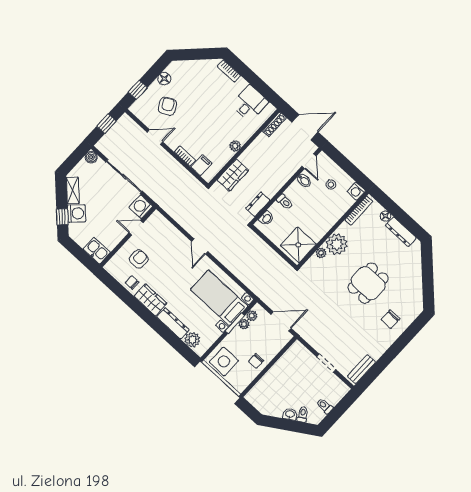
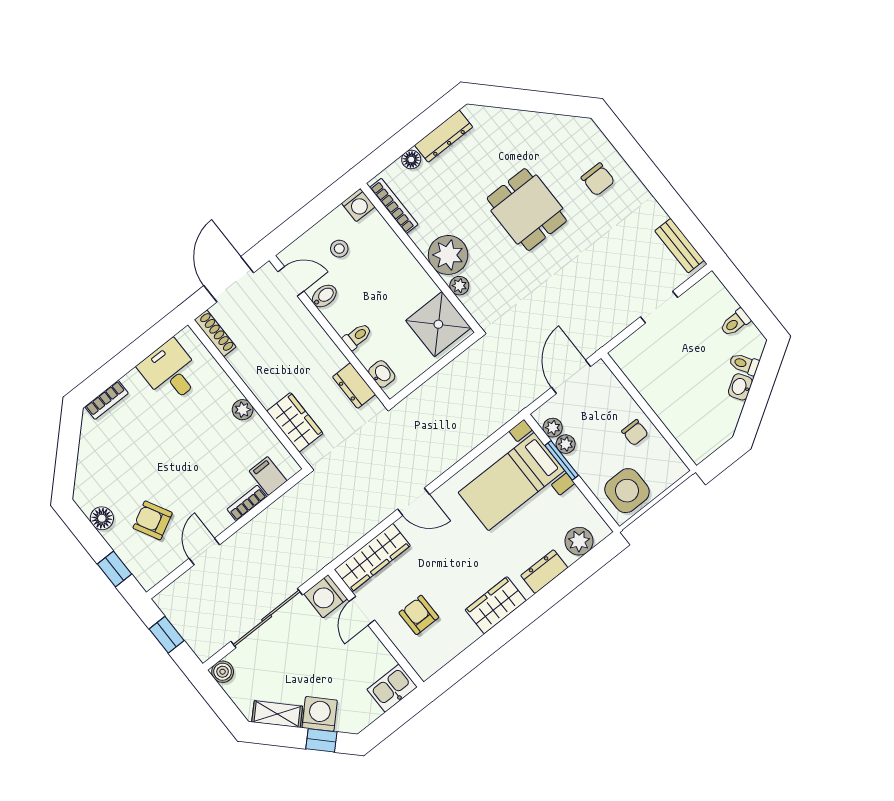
wardrobe: (166, 229) -> (372, 558), added
chair: (132, 282) -> (459, 634), removed
dresser: (173, 323) -> (544, 572), width x0.70

